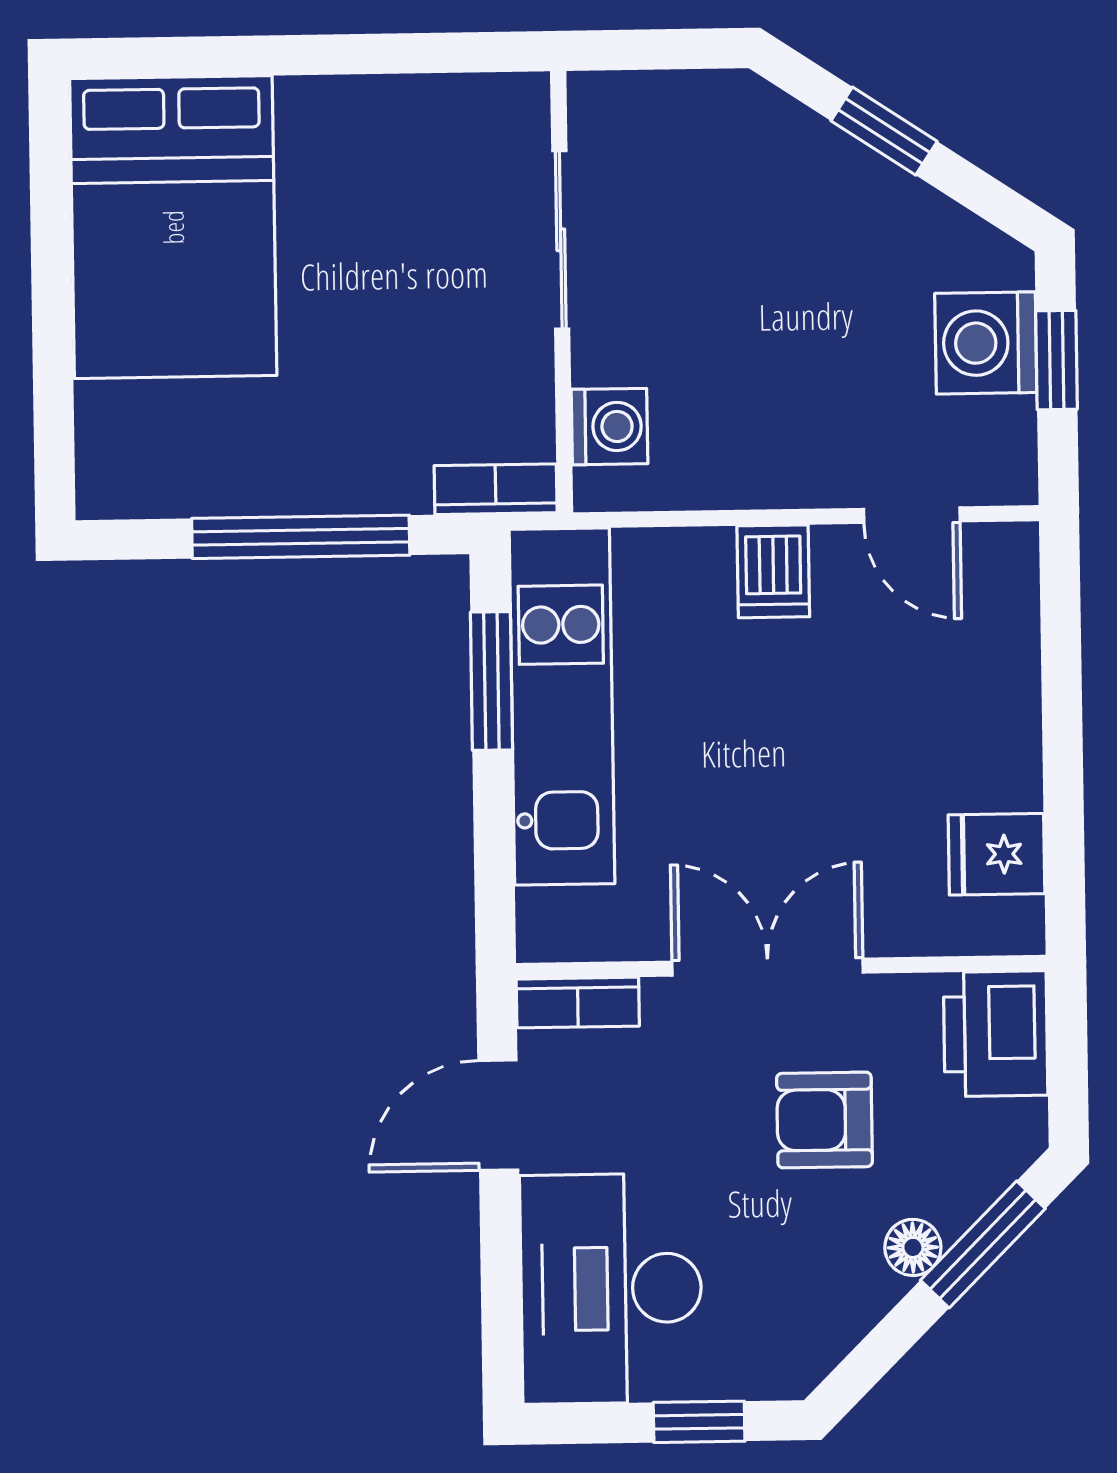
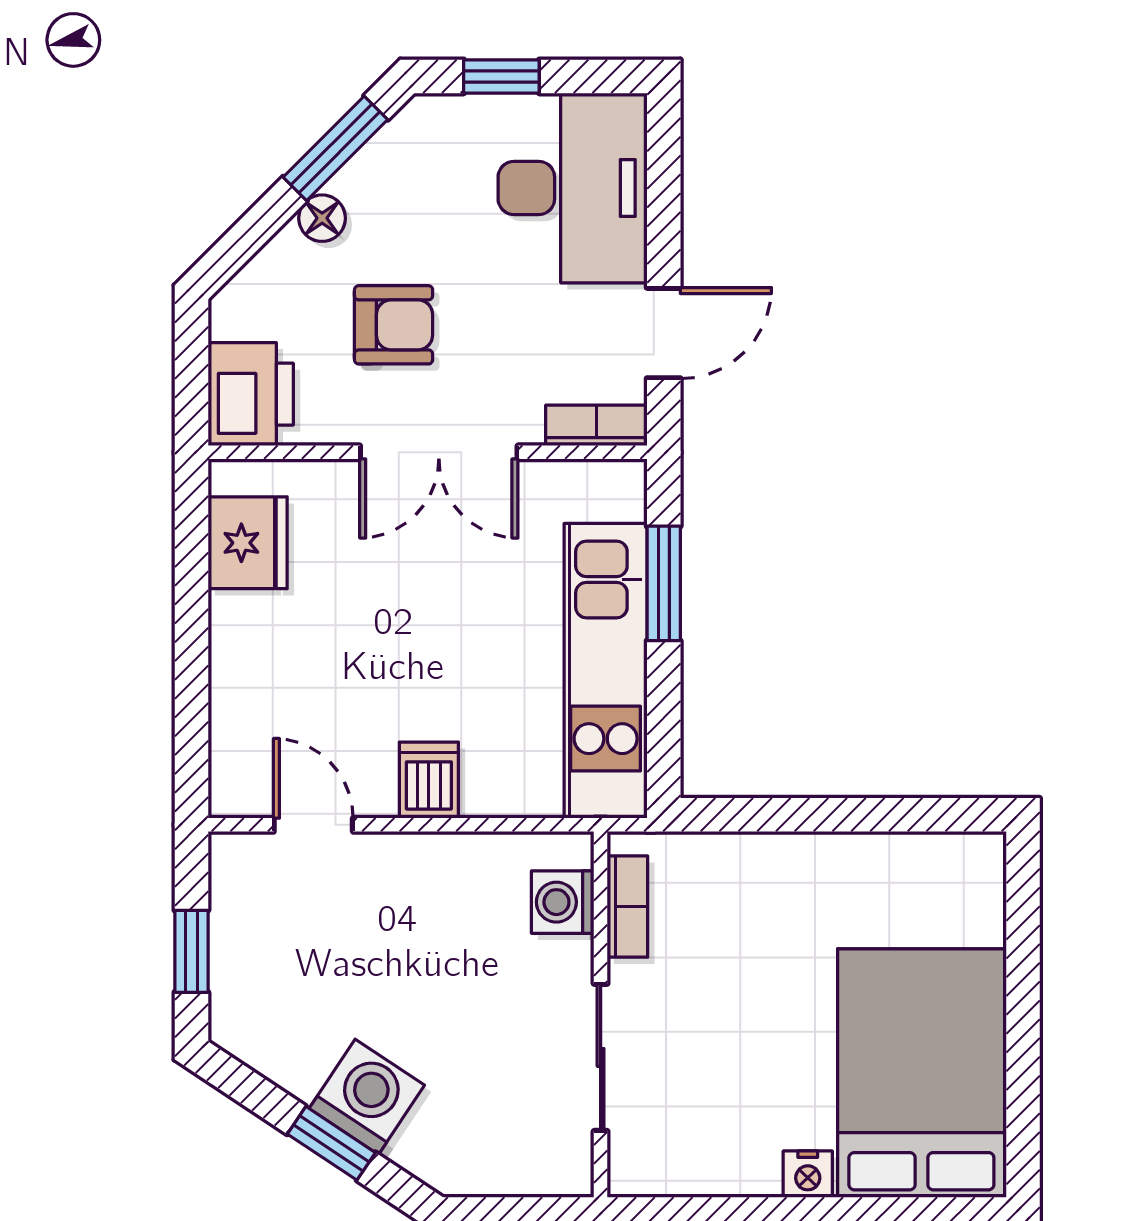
nightstand: (309, 103) -> (808, 1174), added
washing machine: (986, 343) -> (367, 1097), moved, turned -56
bookcase: (496, 489) -> (627, 907), moved, turned -90
window: (301, 537) -> (820, 815), removed
window: (491, 681) -> (664, 583), moved
fridge: (996, 854) -> (248, 543), width x1.38
window: (983, 1244) -> (335, 148), moved

